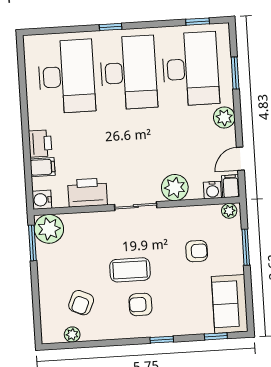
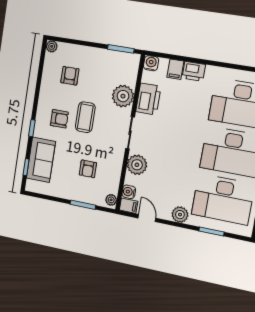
plant: (49, 229) -> (123, 96), moved
armchair: (81, 303) -> (70, 76), turned 66
armchair: (140, 304) -> (59, 119), turned 90
sofa: (230, 304) -> (41, 160), moved, turned 90
plant: (72, 334) -> (52, 46), moved

